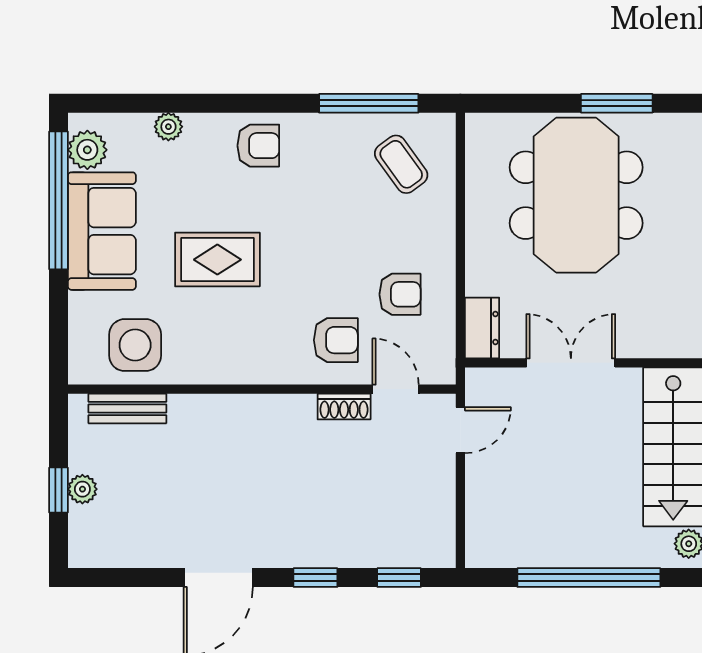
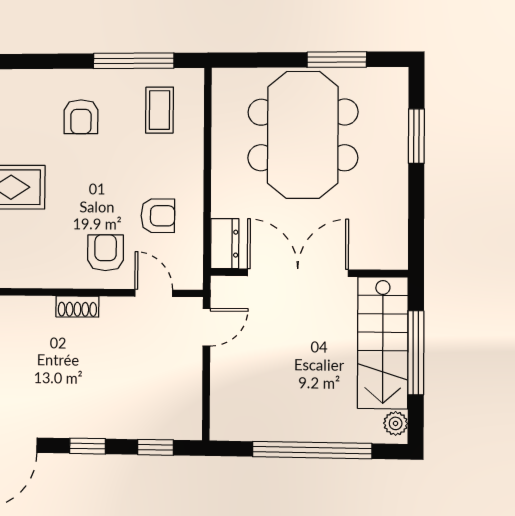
armchair: (258, 146) -> (81, 117), moved, turned 90
coffee table: (401, 164) -> (159, 110), turned 36
armchair: (336, 340) -> (106, 253), turned -90
double door: (571, 363) -> (298, 273), width x1.37
shoe rack: (344, 407) -> (77, 307), moved

